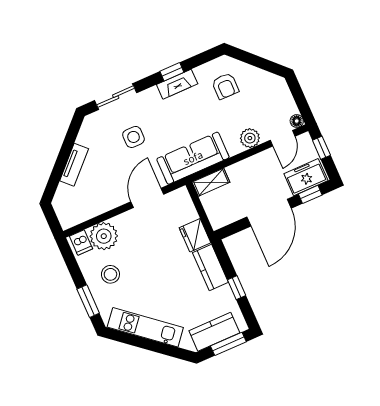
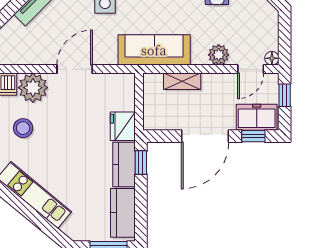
shelving: (211, 182) -> (182, 81), moved
door: (147, 198) -> (75, 69), moved
window: (237, 288) -> (141, 163), moved
kitchen counter: (214, 332) -> (123, 213), moved, turned -90

